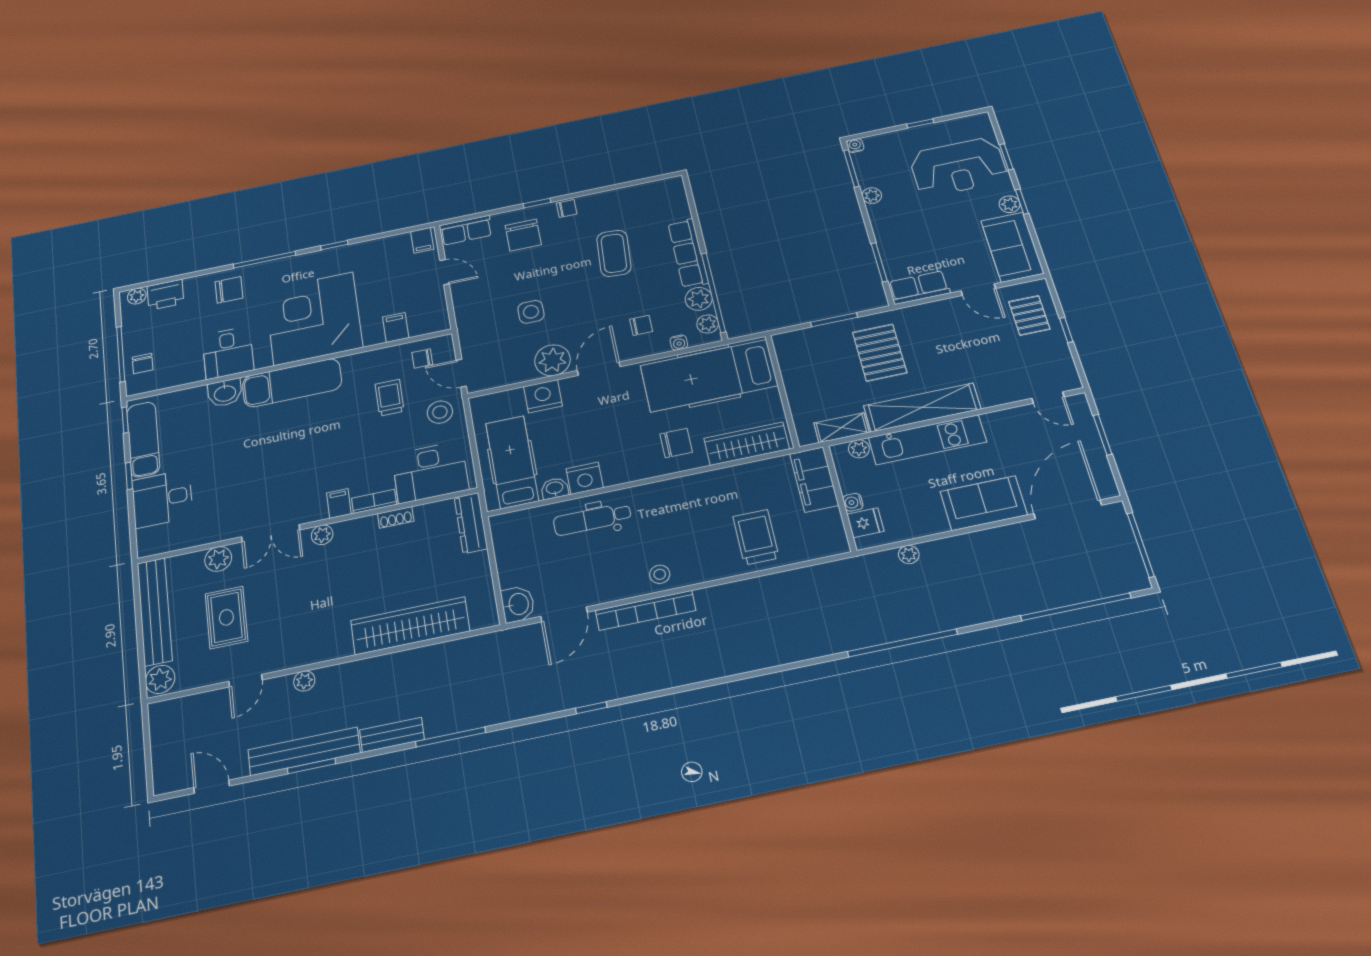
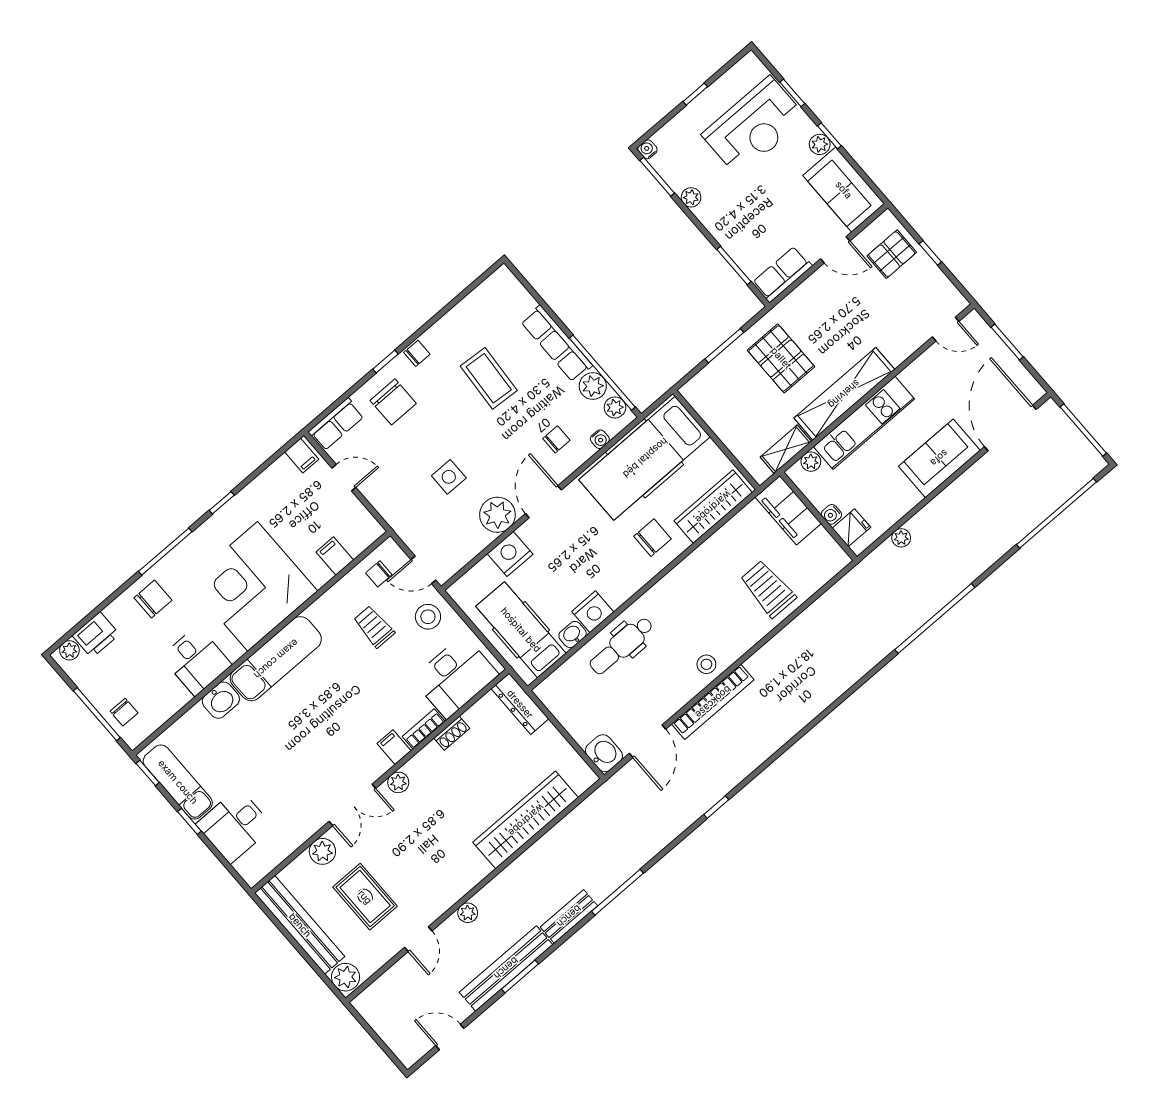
pallet: (1029, 315) -> (892, 254), turned 90

